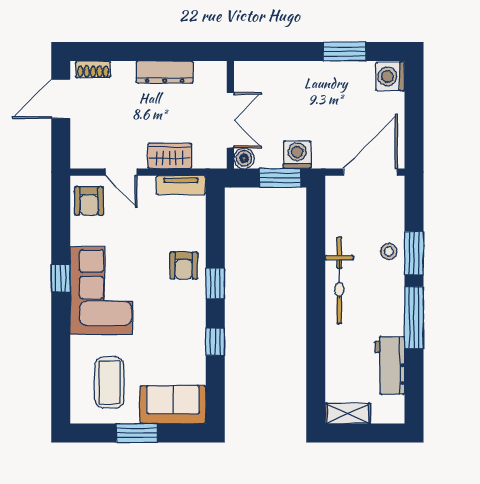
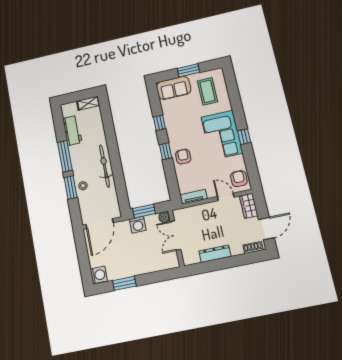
wardrobe: (170, 156) -> (249, 206), moved, turned 90

